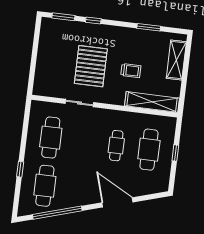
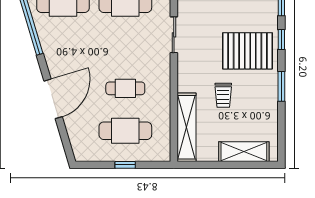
window: (149, 27) -> (281, 86), moved
pallet: (91, 66) -> (247, 51), moved

